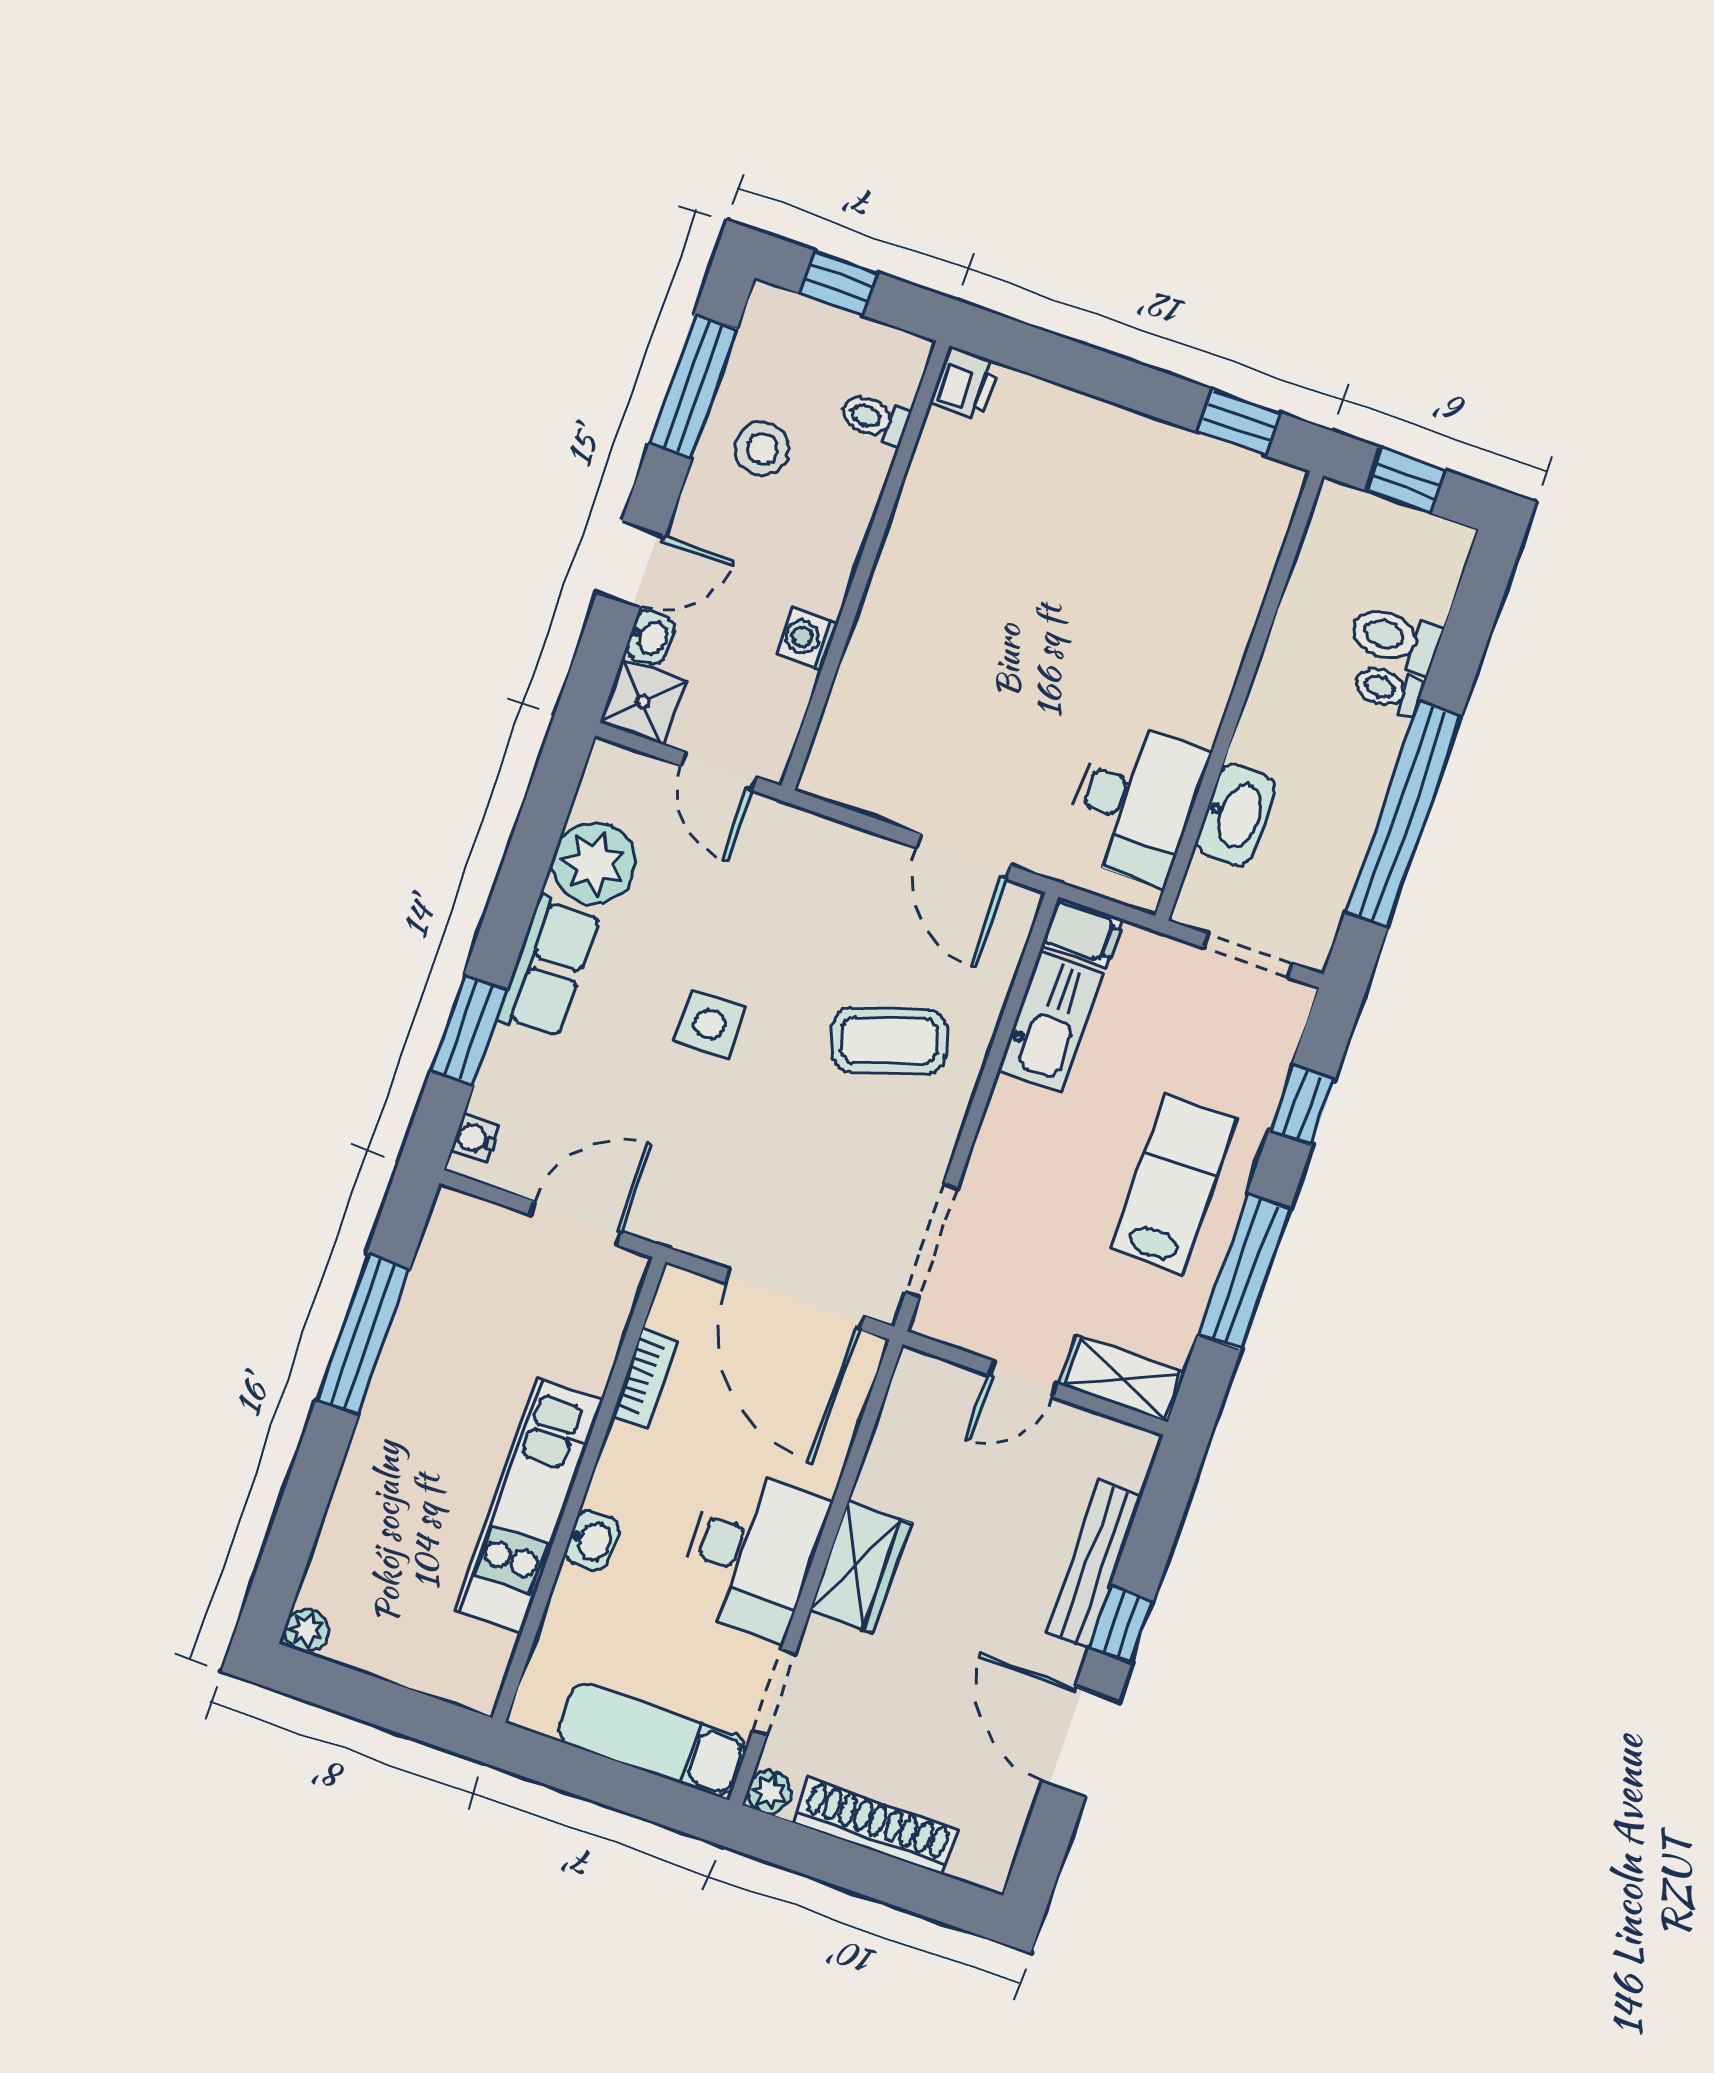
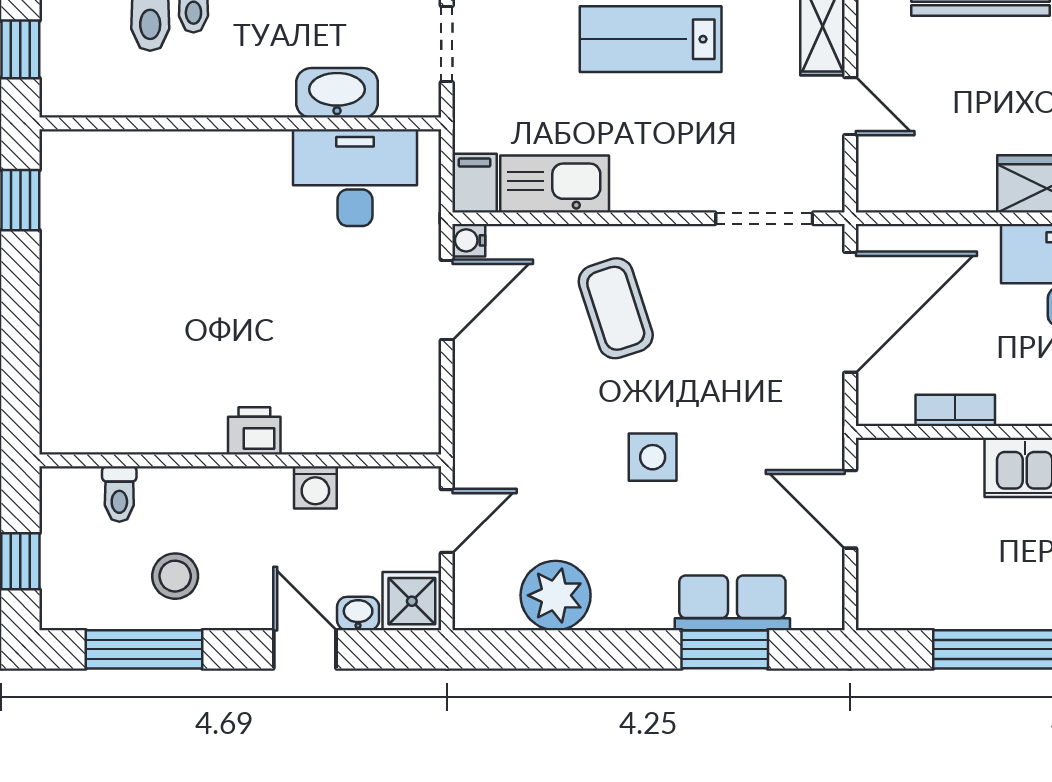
printer: (966, 383) -> (254, 431), moved
row of seats: (549, 967) -> (732, 603), moved
water cooler: (475, 1138) -> (469, 240), moved, turned 90

